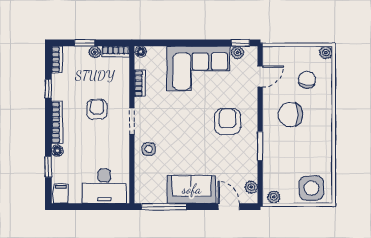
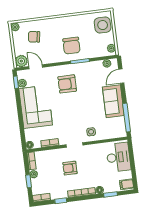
plant: (272, 55) -> (21, 61), added
chair: (290, 115) -> (71, 46), moved

